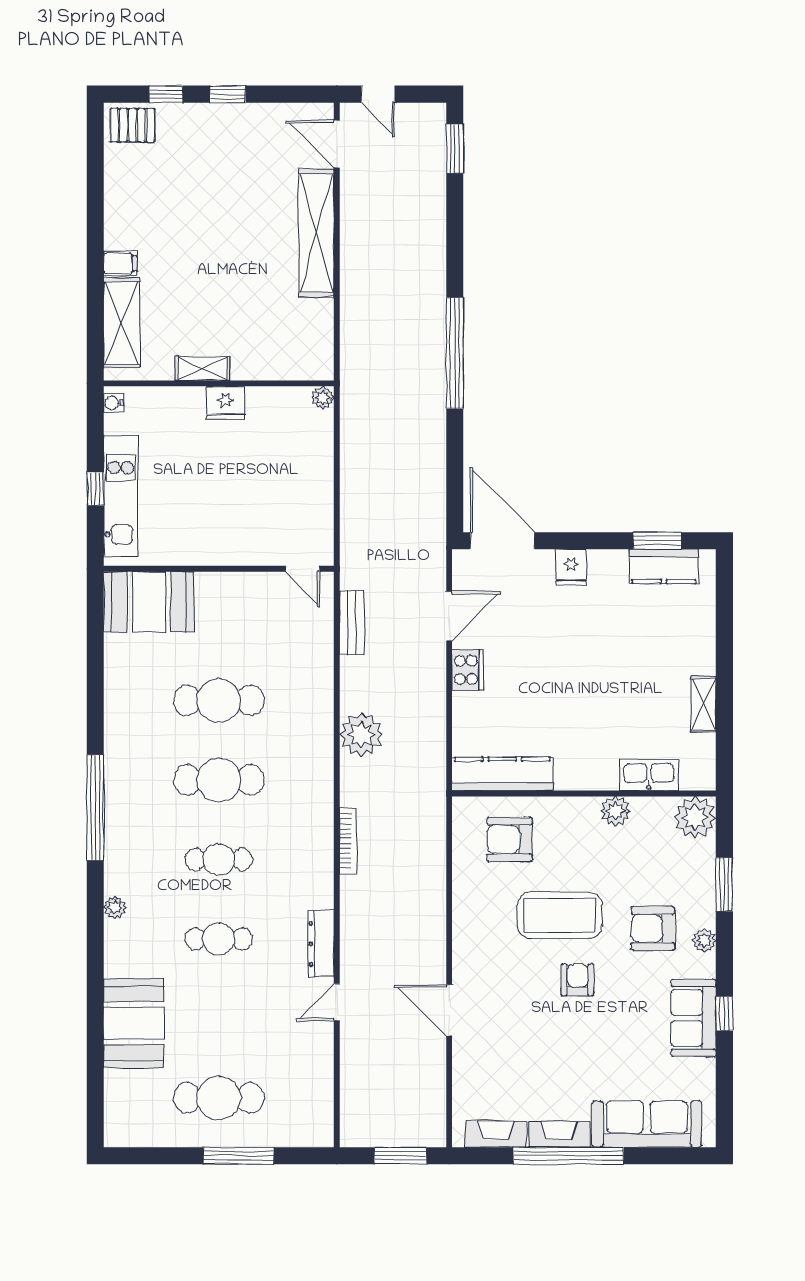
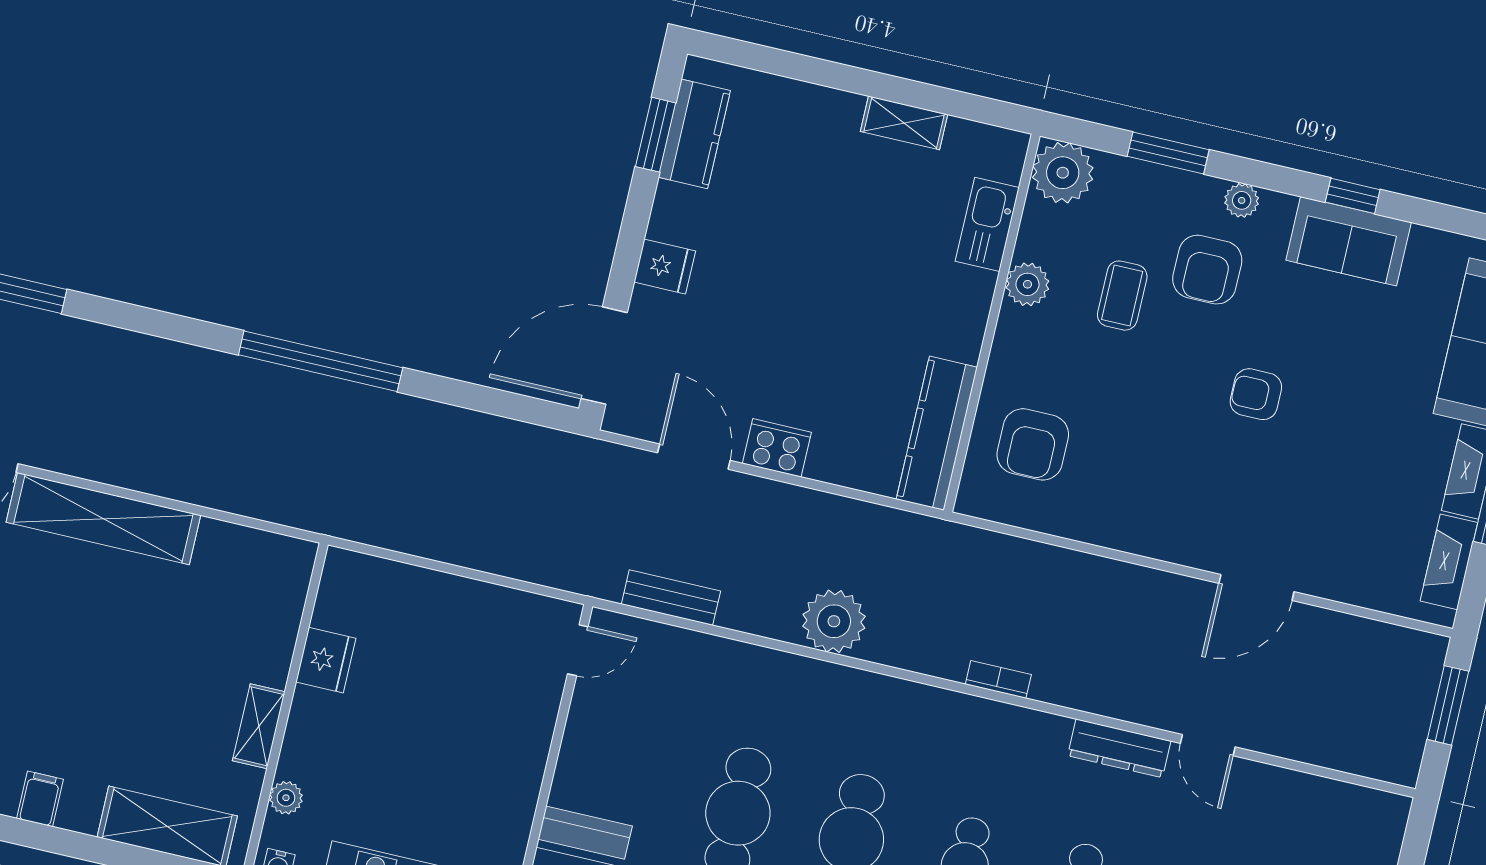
filing cabinet: (120, 263) -> (40, 799), moved
plant: (323, 398) -> (286, 798), moved
fridge: (226, 403) -> (326, 660), moved
bookcase: (348, 841) -> (998, 679), width x0.64
coffee table: (560, 915) -> (1122, 296), moved, width x0.54, depth x0.58

